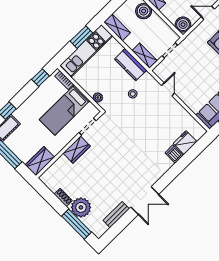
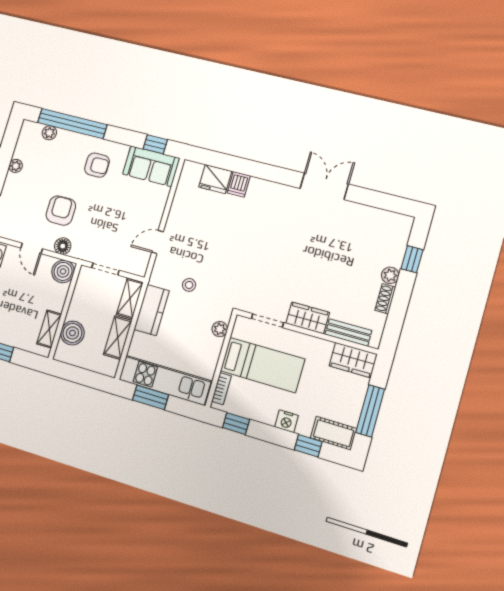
shelving: (117, 27) -> (118, 337), moved
floor lamp: (198, 32) -> (63, 246), added
nightstand: (27, 106) -> (286, 421), added
plant: (81, 207) -> (390, 275), width x0.53, depth x0.53
bench: (116, 215) -> (348, 332), moved
window: (77, 224) -> (412, 259), width x0.46

